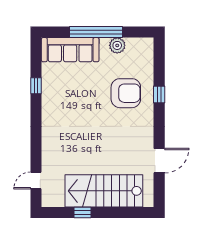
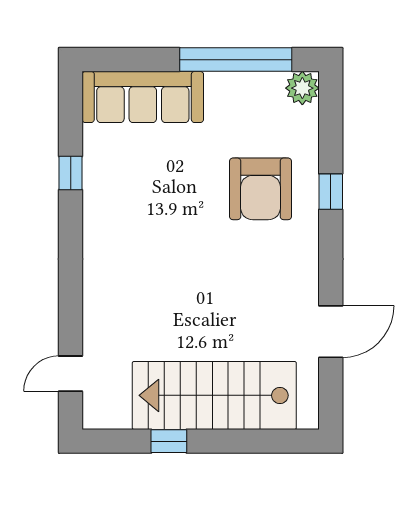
window: (96, 32) -> (236, 60), moved
plant: (117, 45) -> (302, 88), moved
armchair: (126, 93) -> (261, 189), turned 90

